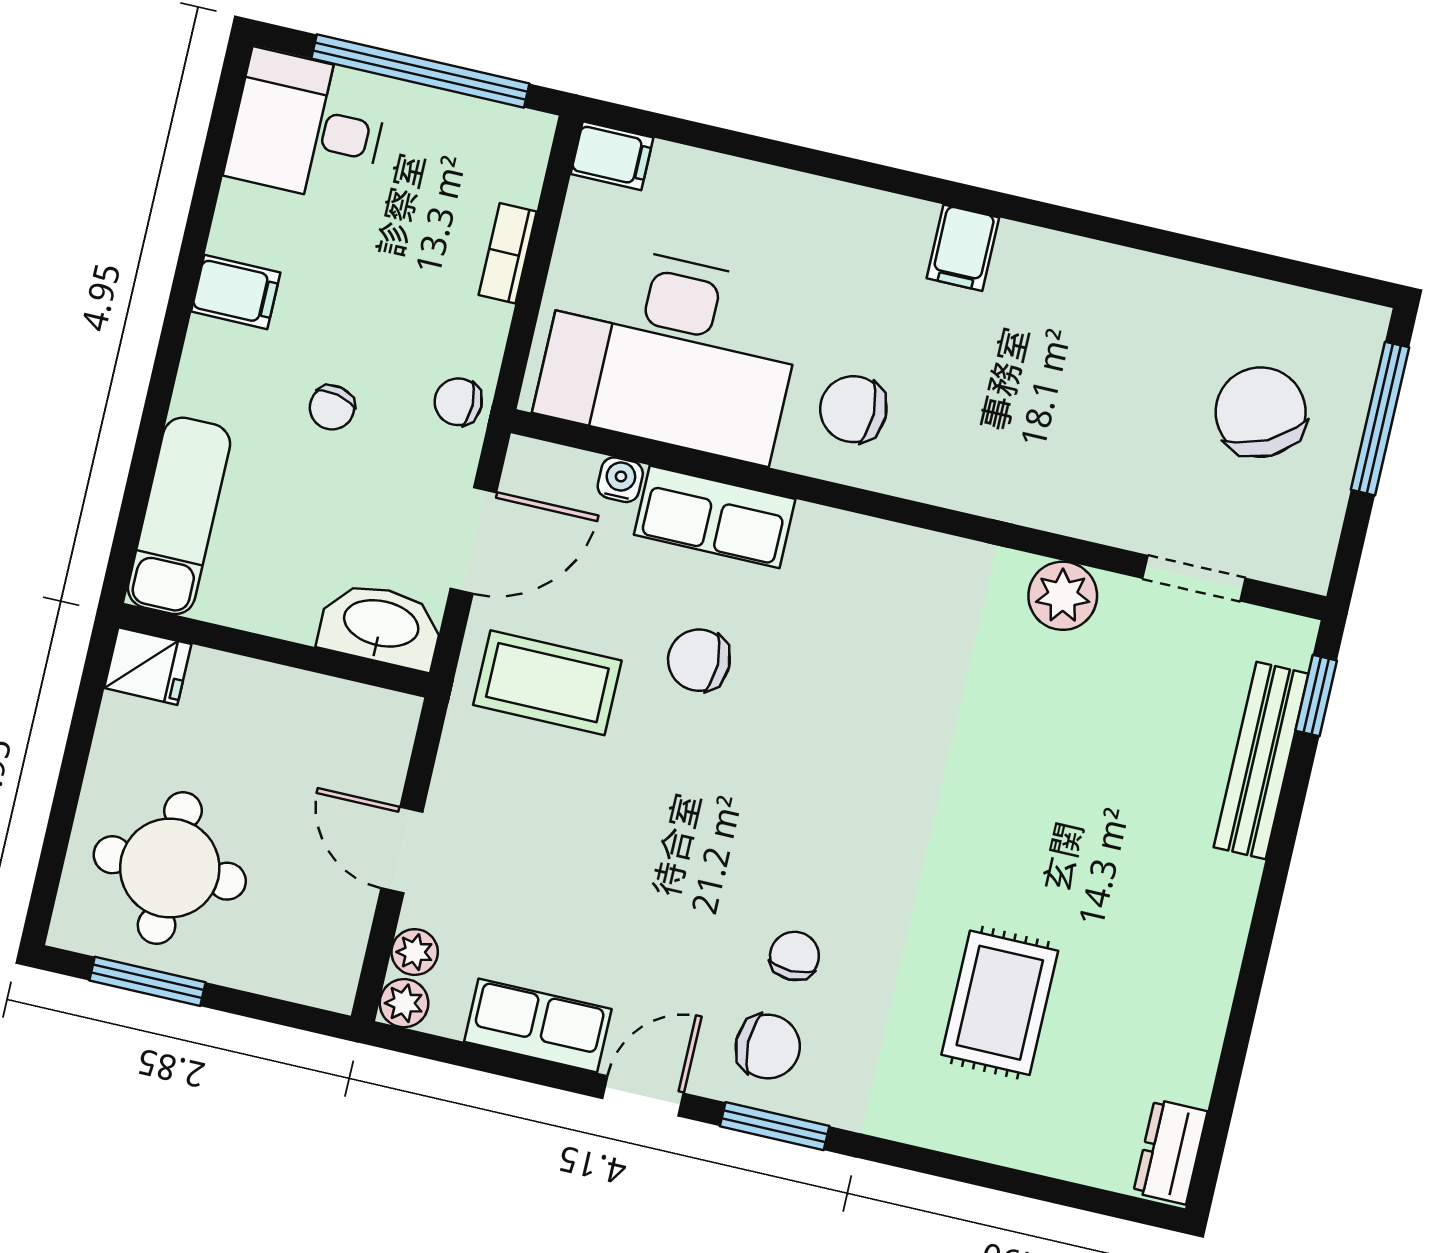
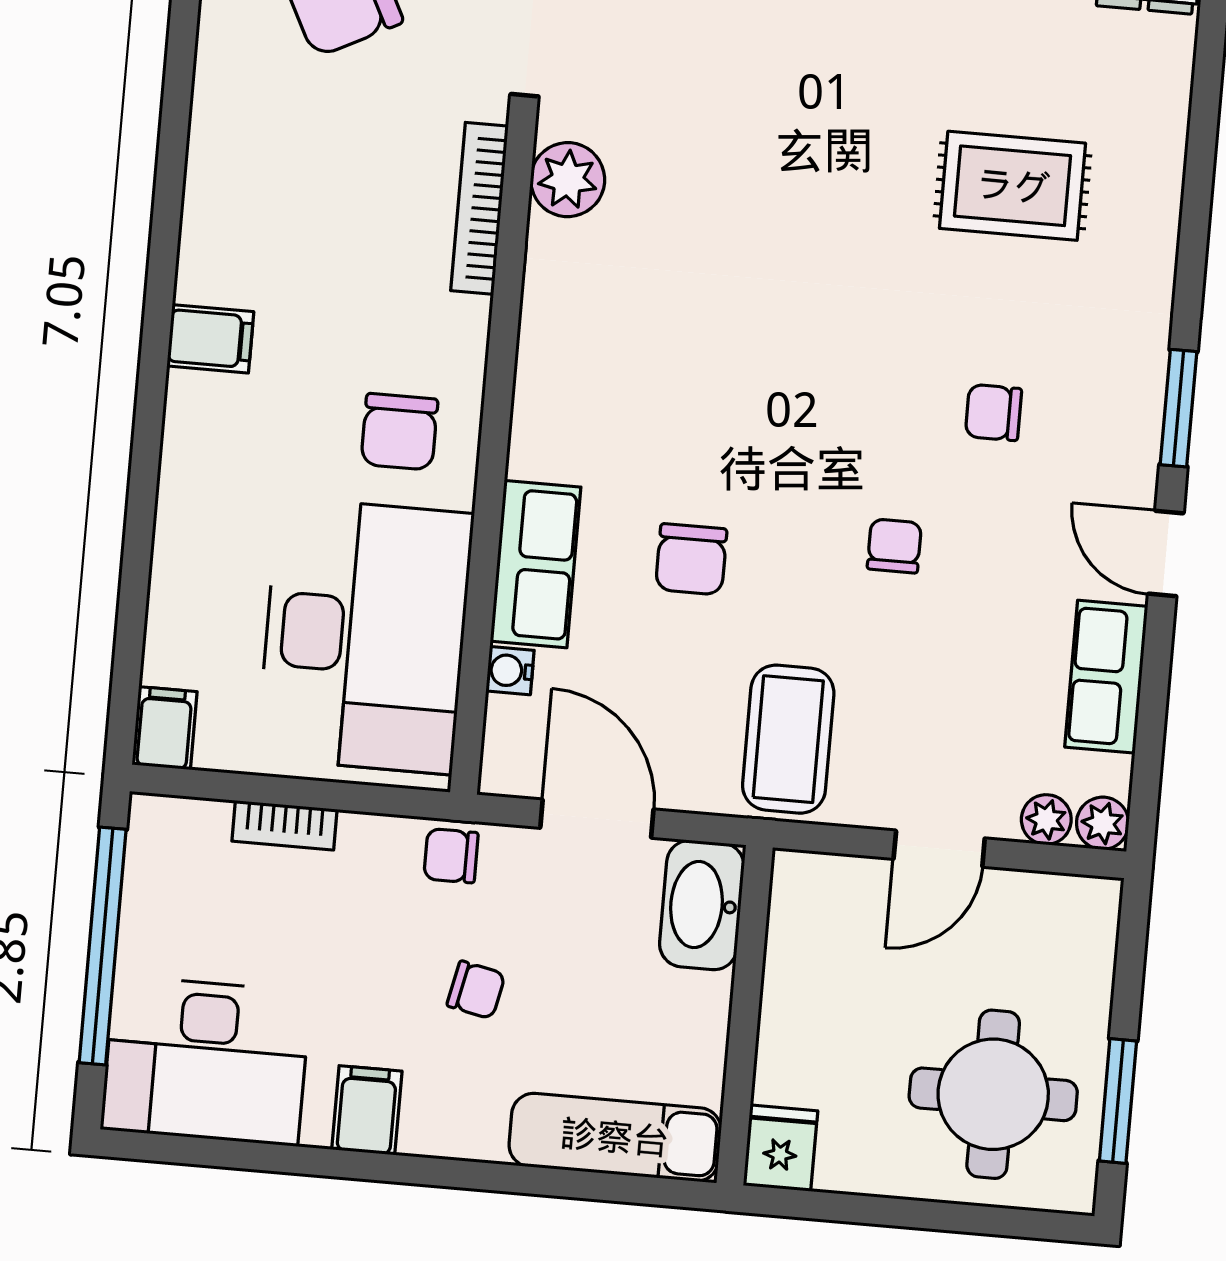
desk: (308, 127) -> (206, 1061), width x1.37
chair: (458, 402) -> (451, 856), turned 90
bookcase: (1048, 511) -> (479, 208), added
coffee table: (547, 683) -> (788, 739), moved
chair: (768, 1047) -> (894, 546), moved, width x0.73, depth x0.73

